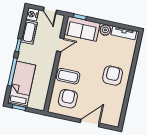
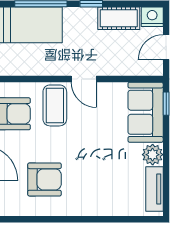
door: (60, 45) -> (84, 79), moved
armchair: (113, 76) -> (44, 179), moved

